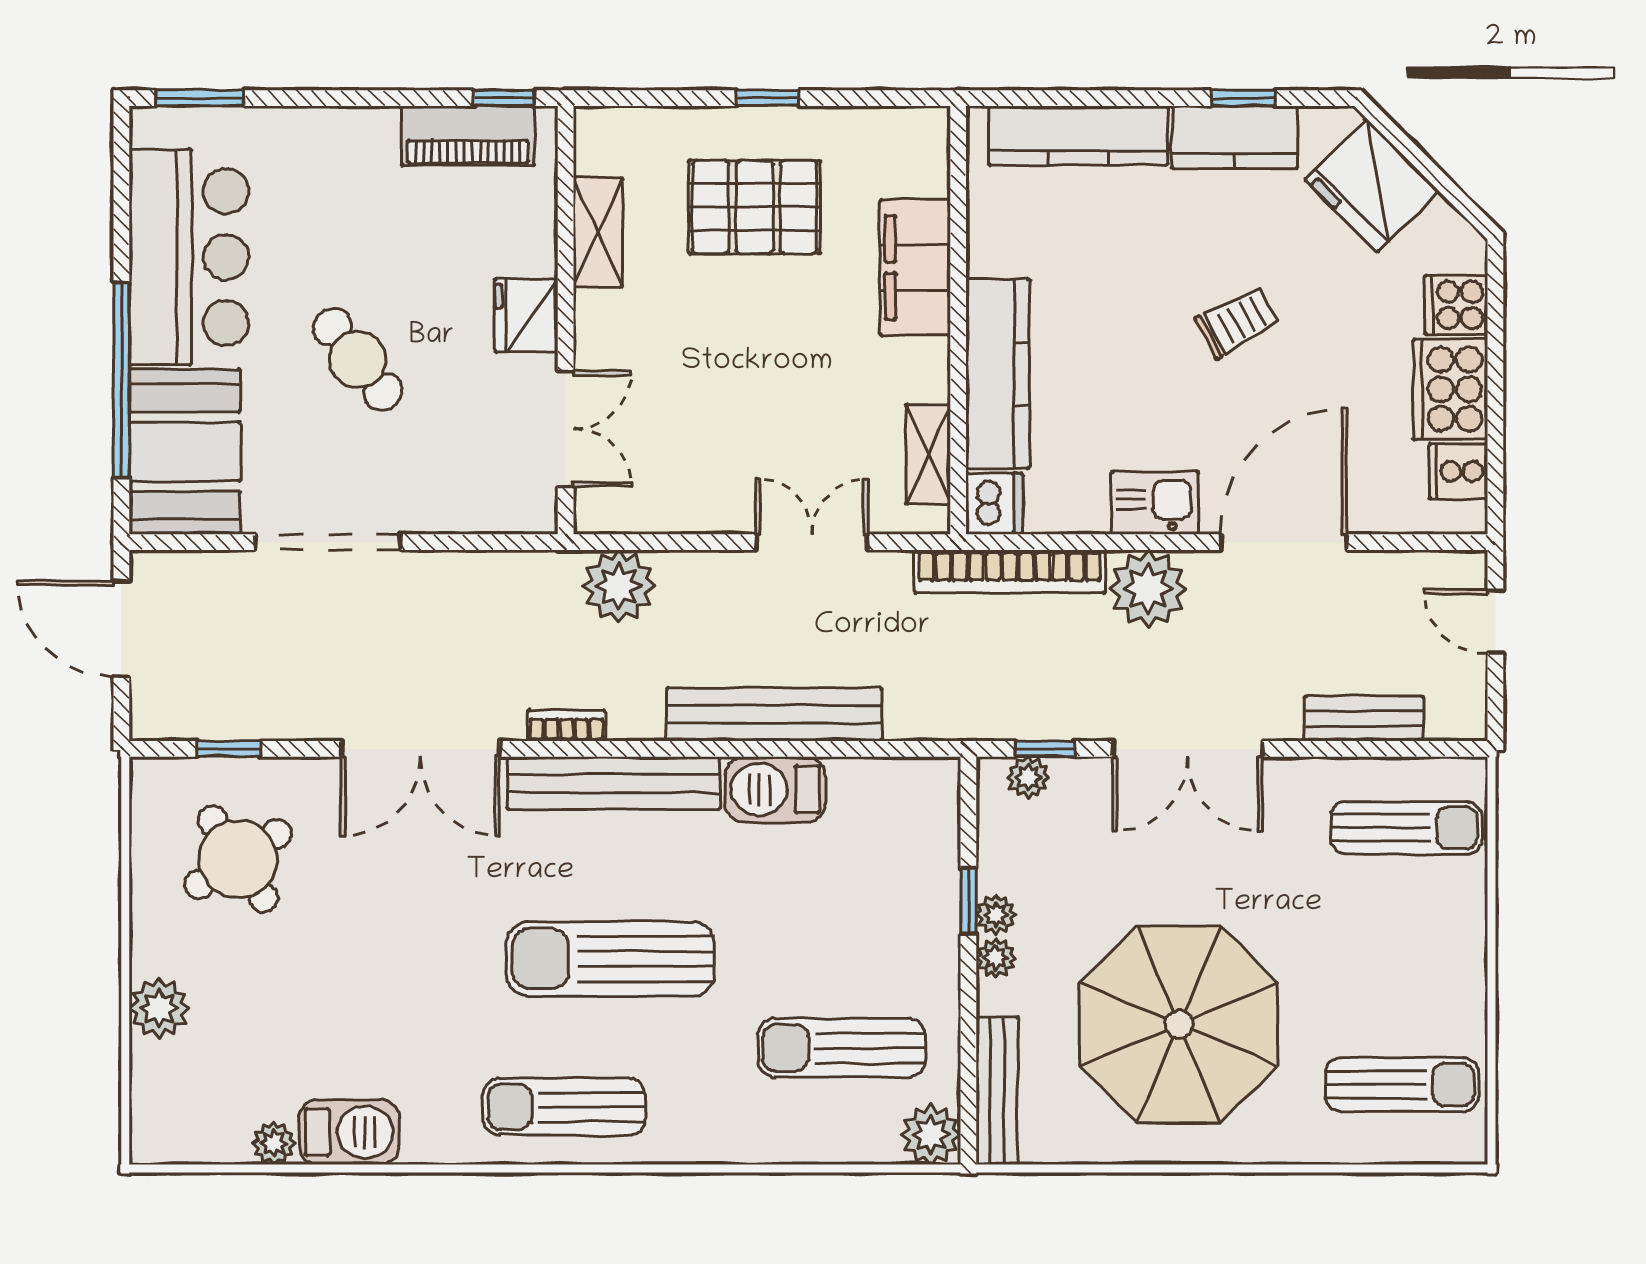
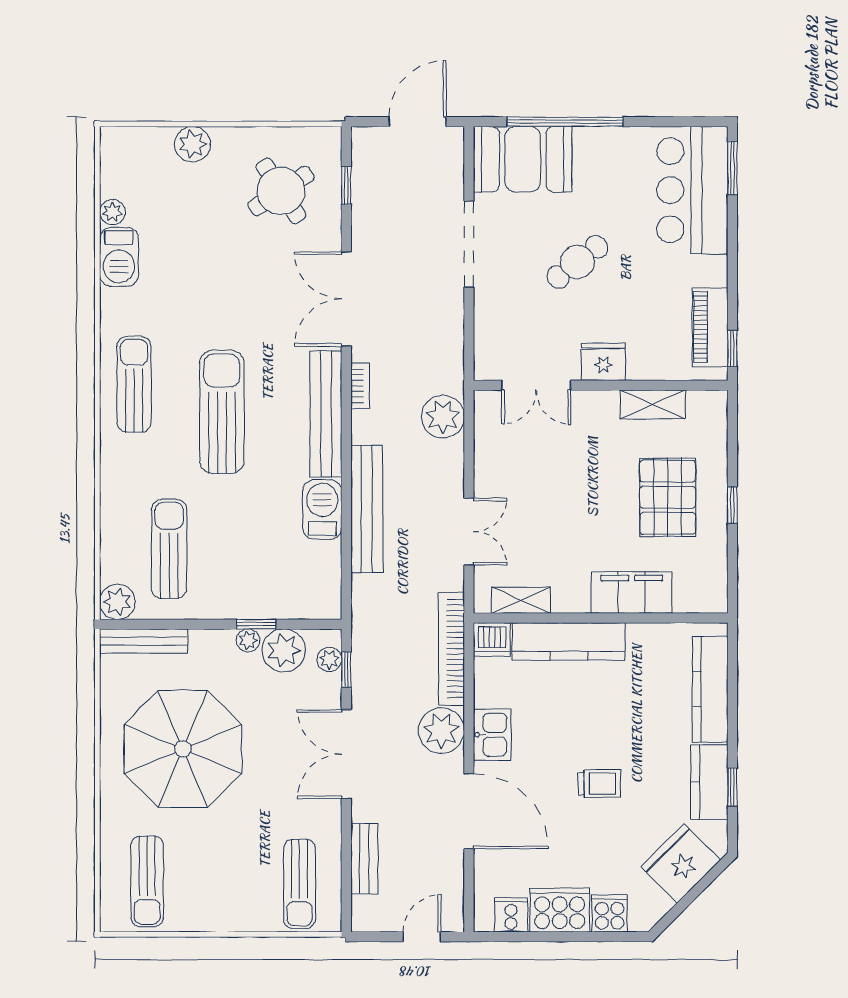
bar counter: (189, 257) -> (692, 190), moved, turned 90
trolley: (1237, 322) -> (599, 784), turned -62
plant: (996, 958) -> (284, 650), moved, width x1.87, depth x1.87

